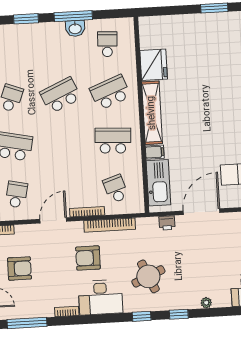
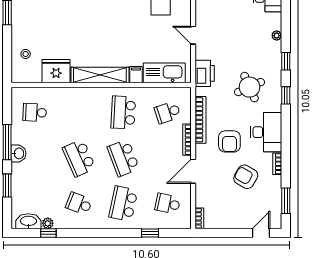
washbasin: (75, 28) -> (19, 153), moved
stool: (170, 31) -> (26, 54), added
school desk: (110, 92) -> (123, 158), moved
door: (201, 212) -> (193, 35), width x0.53
door: (53, 220) -> (193, 171), hinge flipped
printer: (167, 223) -> (205, 73), width x1.87, depth x1.48
armchair: (19, 268) -> (246, 177), moved, turned -60
window: (27, 323) -> (286, 201), width x0.69

